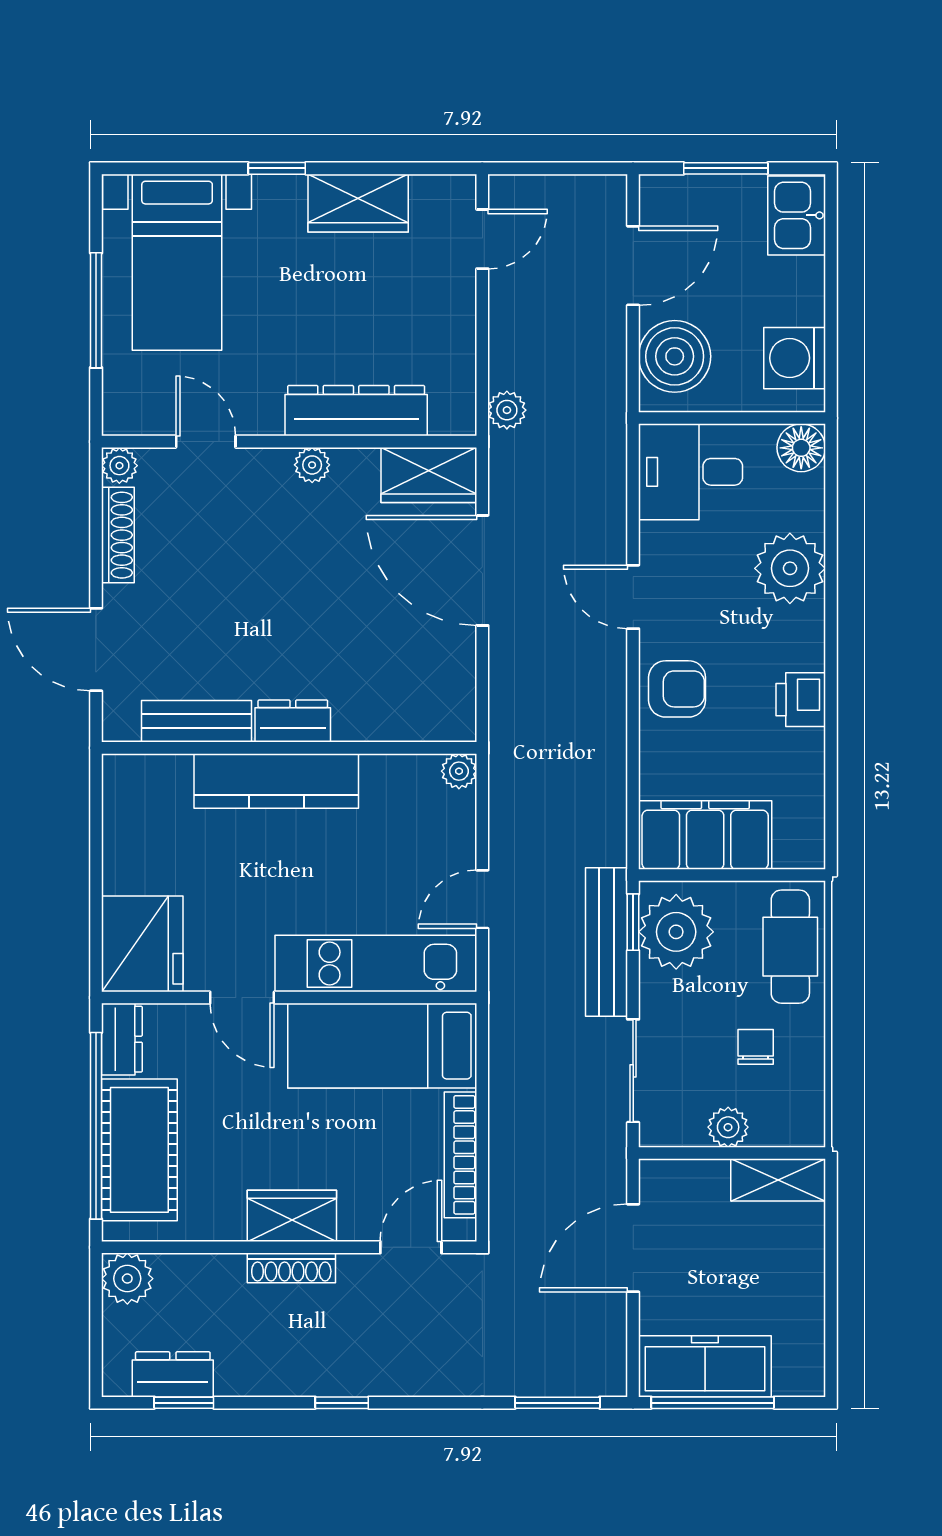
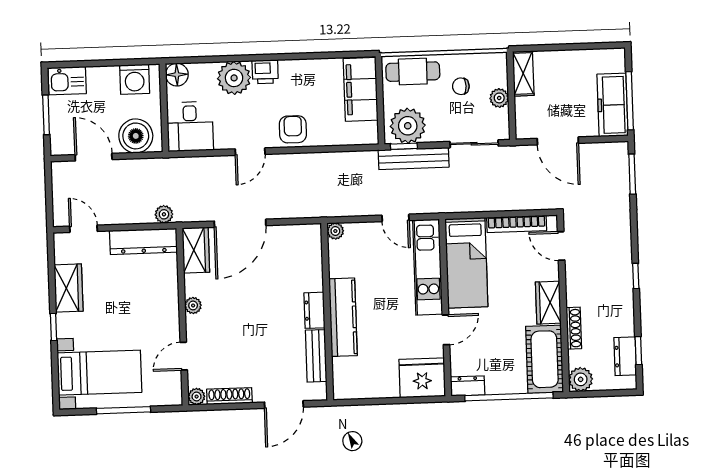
dresser: (356, 411) -> (143, 241), moved, turned -90
printer: (801, 700) -> (265, 72), moved
filing cabinet: (705, 835) -> (361, 89), moved
cot: (139, 1150) -> (545, 359), moved, turned 90
shoe rack: (291, 1268) -> (574, 328), moved

